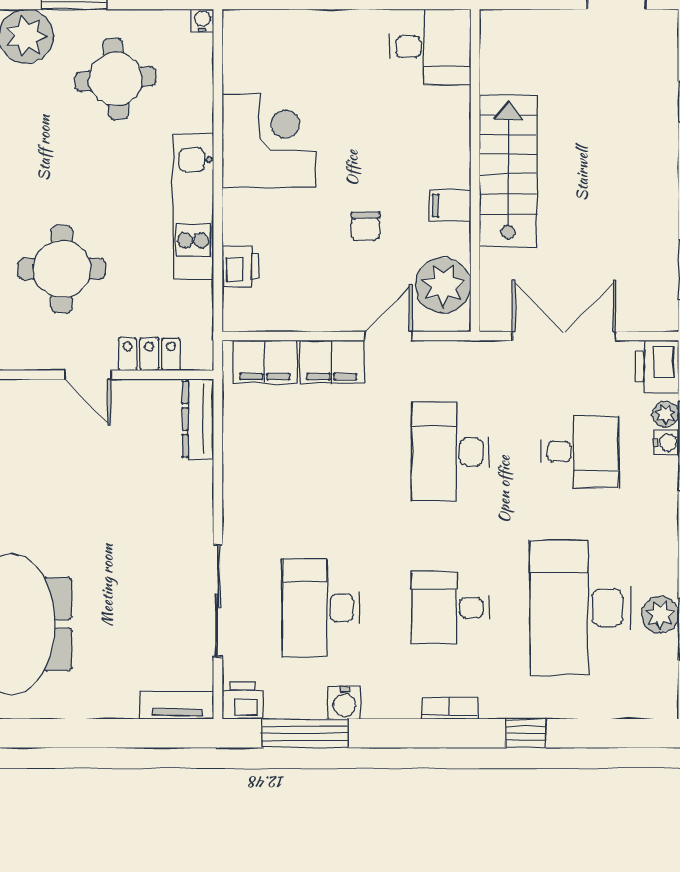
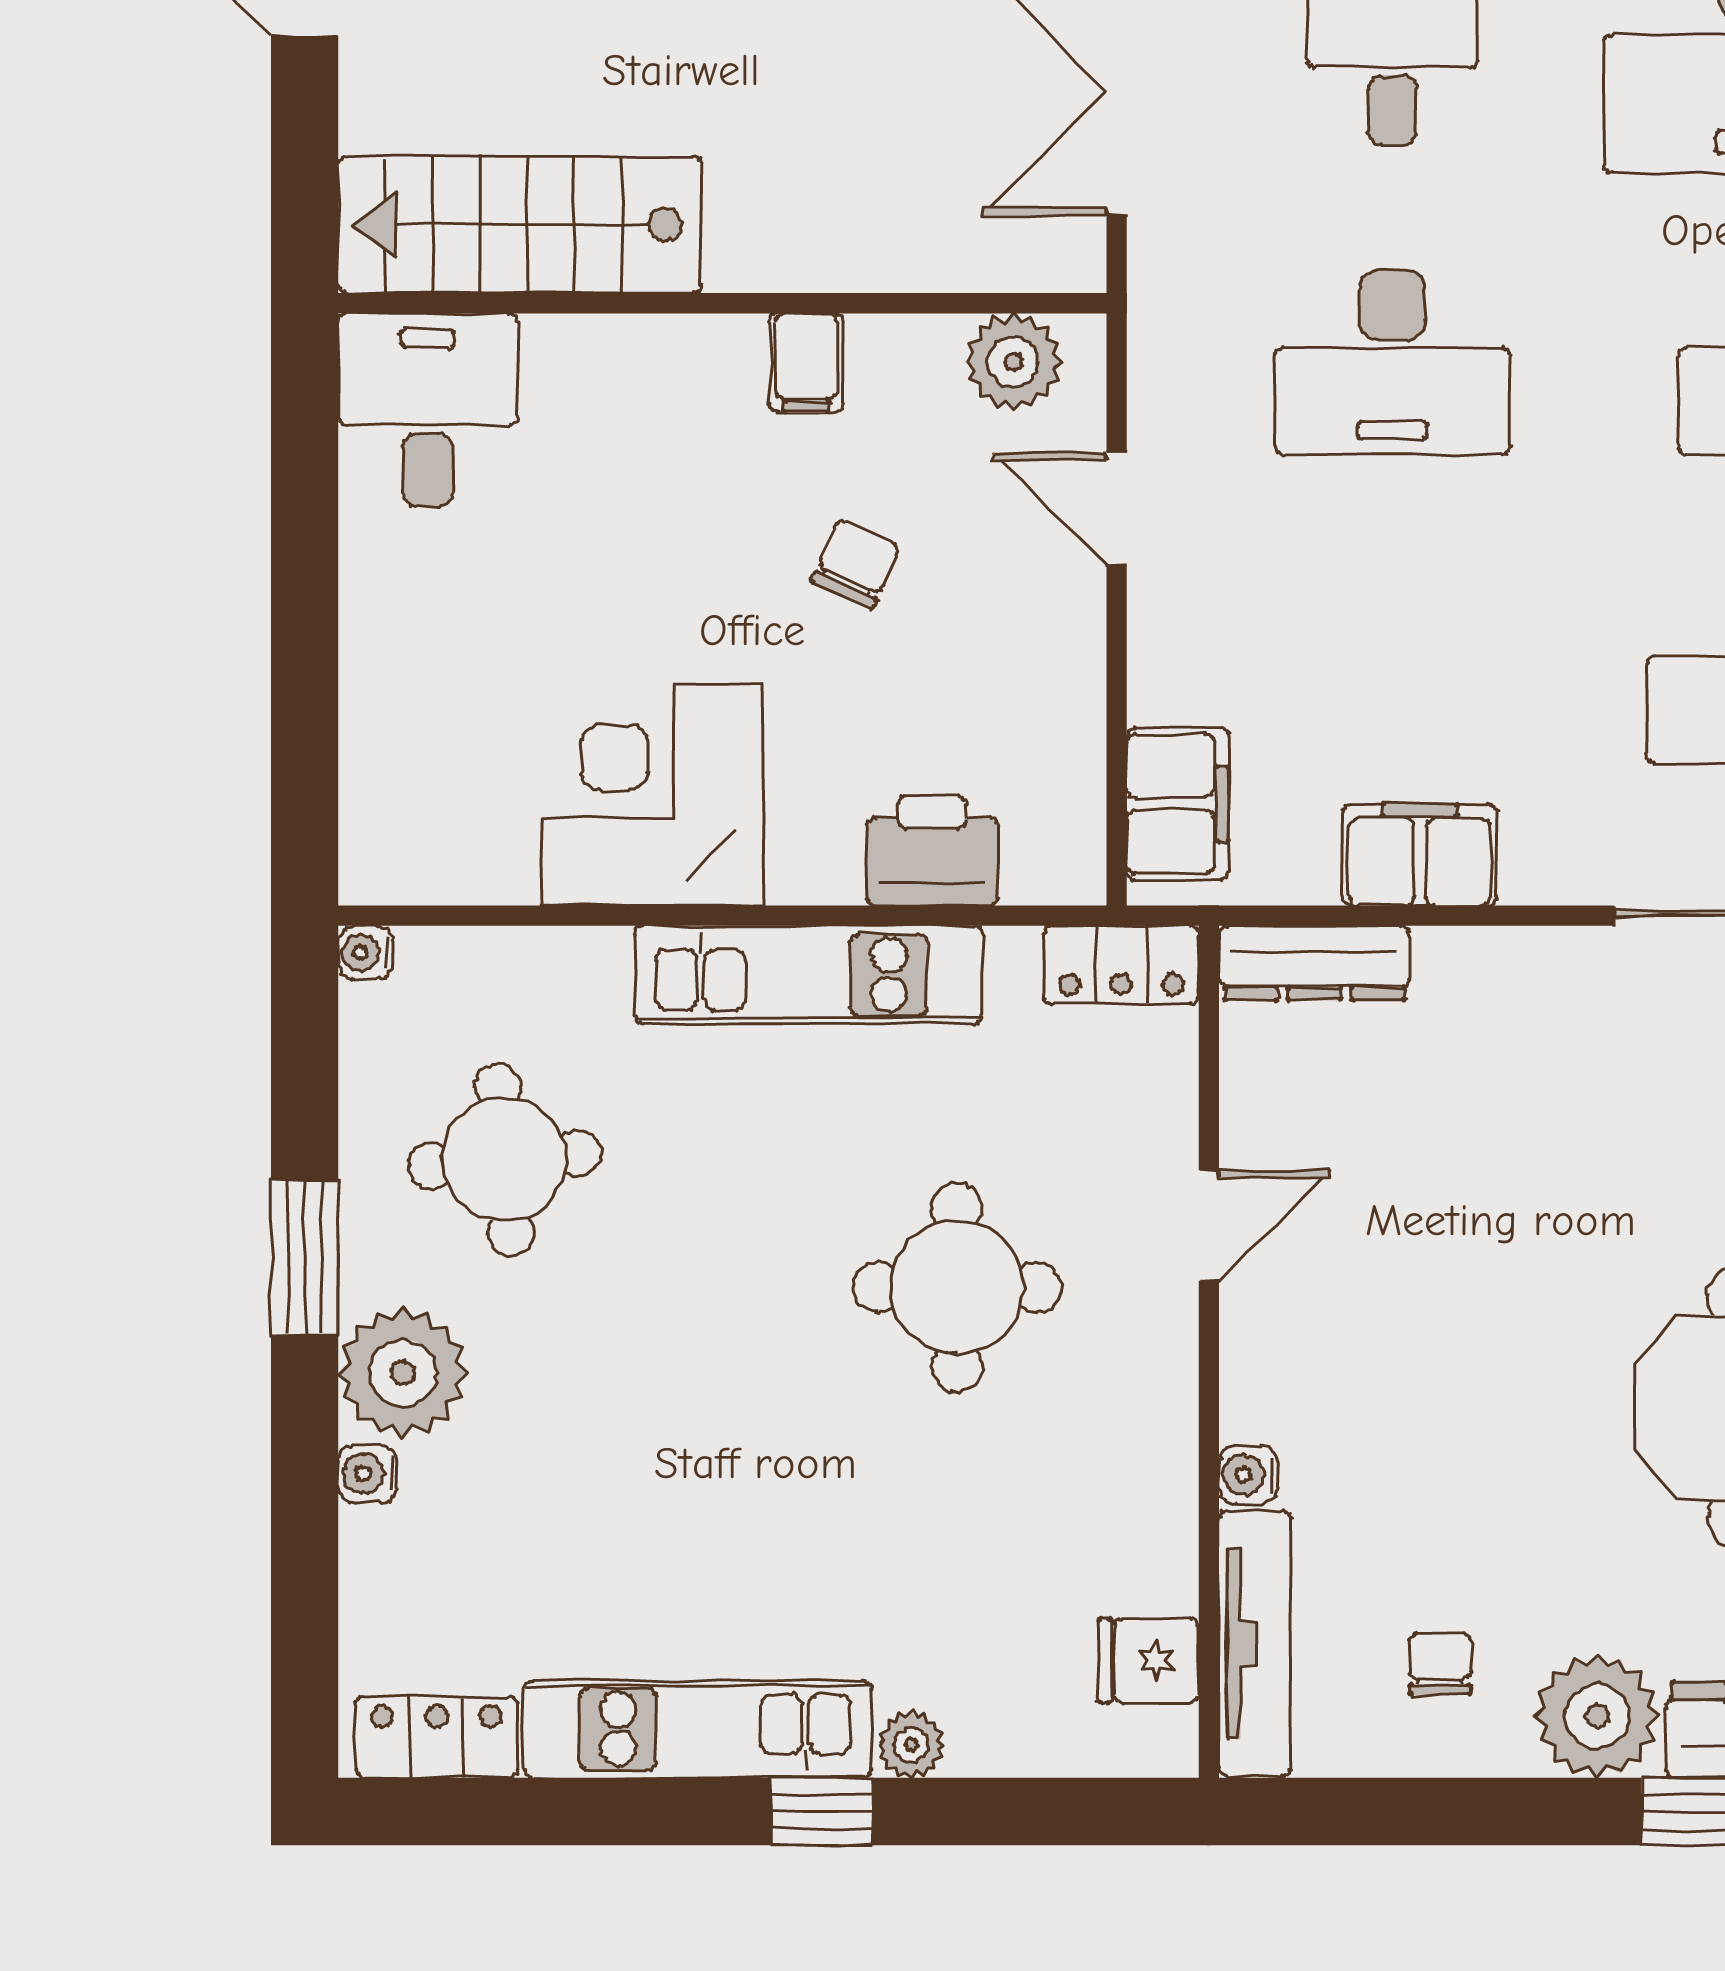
stairs: (508, 171) -> (520, 225), moved
chair: (365, 226) -> (855, 564), turned -66
printer: (241, 266) -> (932, 851), width x1.36, depth x1.24
plant: (443, 285) -> (1013, 362), width x0.73, depth x0.73
locker: (149, 354) -> (1121, 965), moved, turned -90
filing cabinet: (332, 362) -> (1420, 855), moved, turned -90

